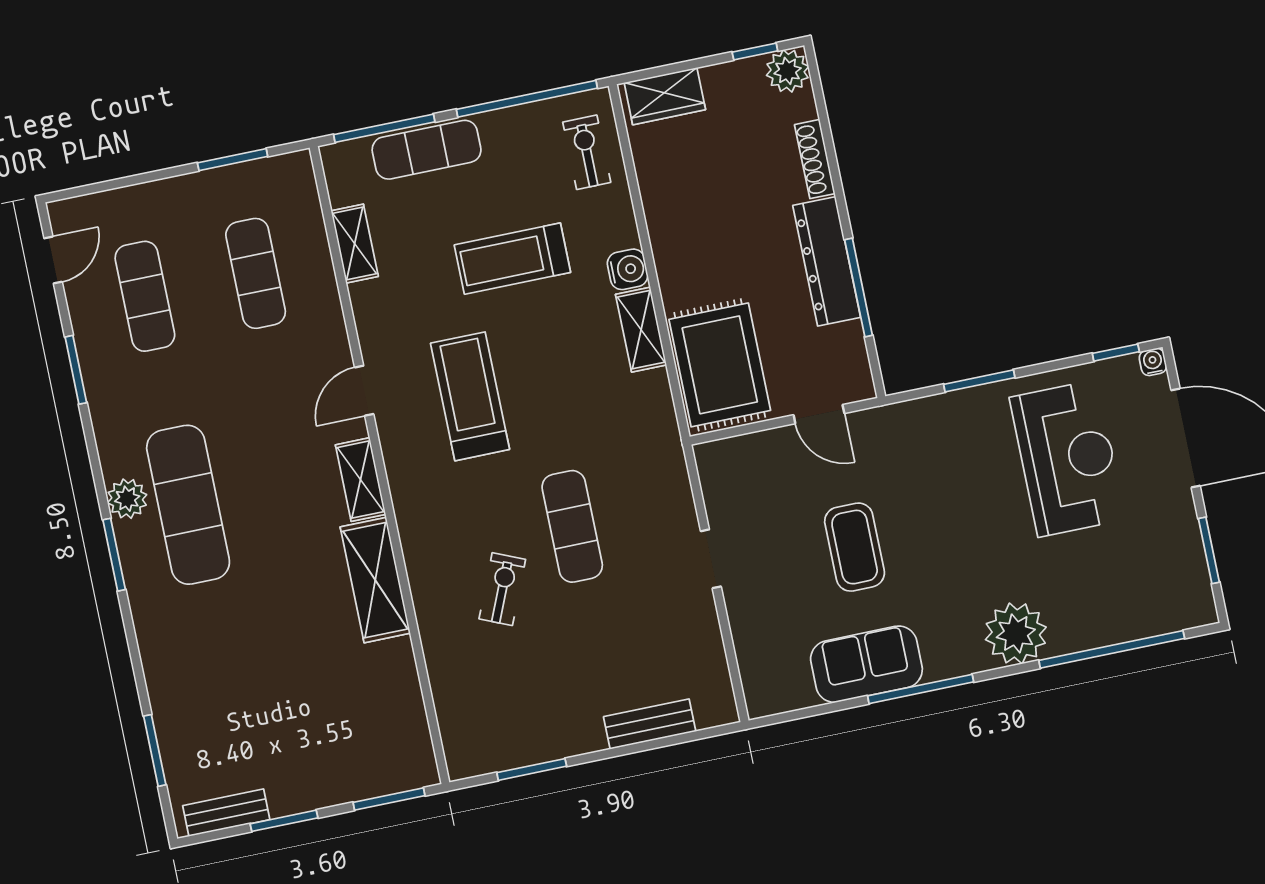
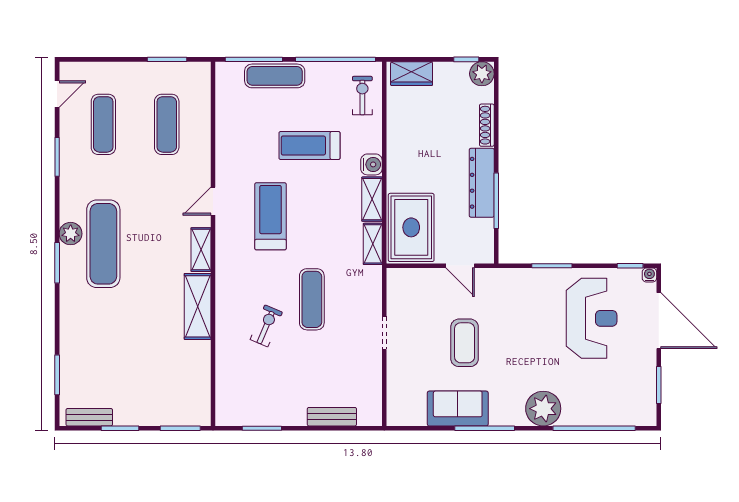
shelving: (355, 244) -> (373, 244), moved

